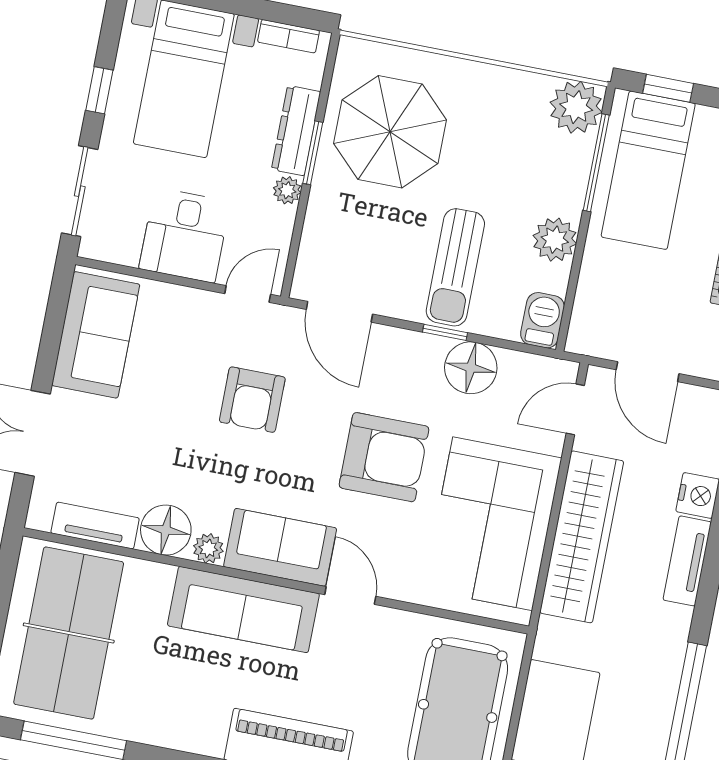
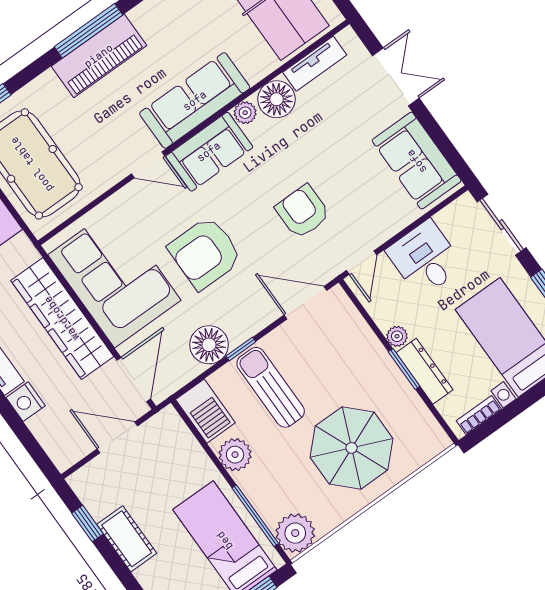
parasol: (390, 132) -> (352, 448), moved
barbecue: (542, 320) -> (205, 411), width x1.38, depth x1.27
door: (575, 409) -> (134, 380), width x1.38

